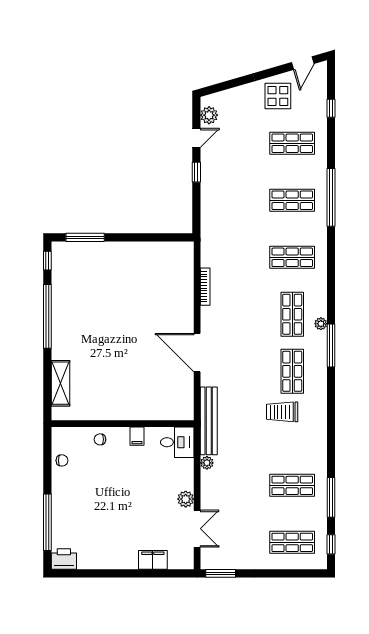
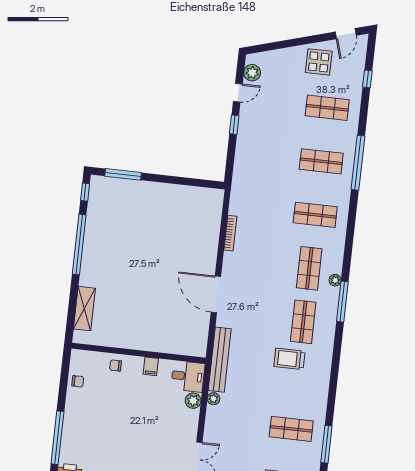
plant: (186, 499) -> (193, 401), moved

